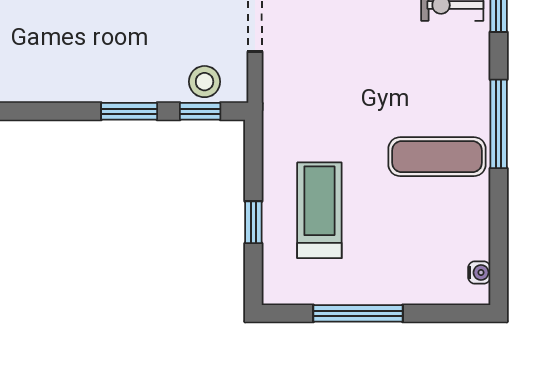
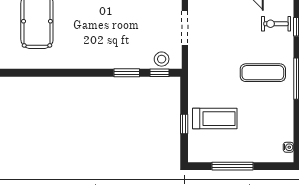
exercise mat: (437, 157) -> (263, 73), moved
treadmill: (319, 210) -> (215, 119), turned 90

